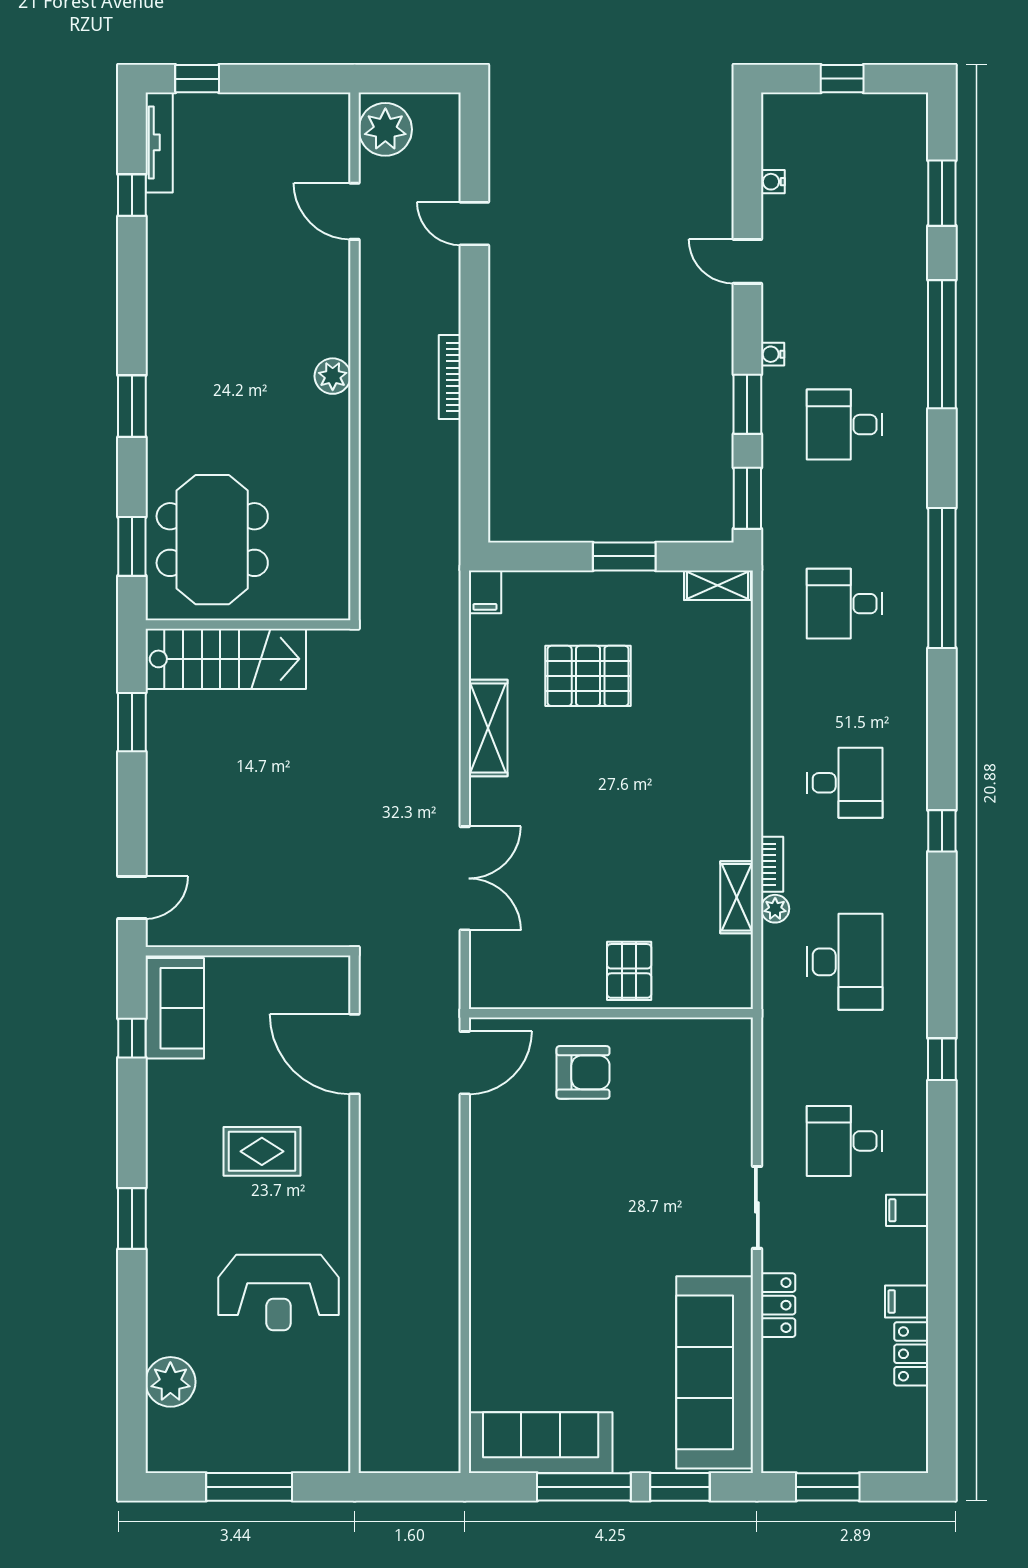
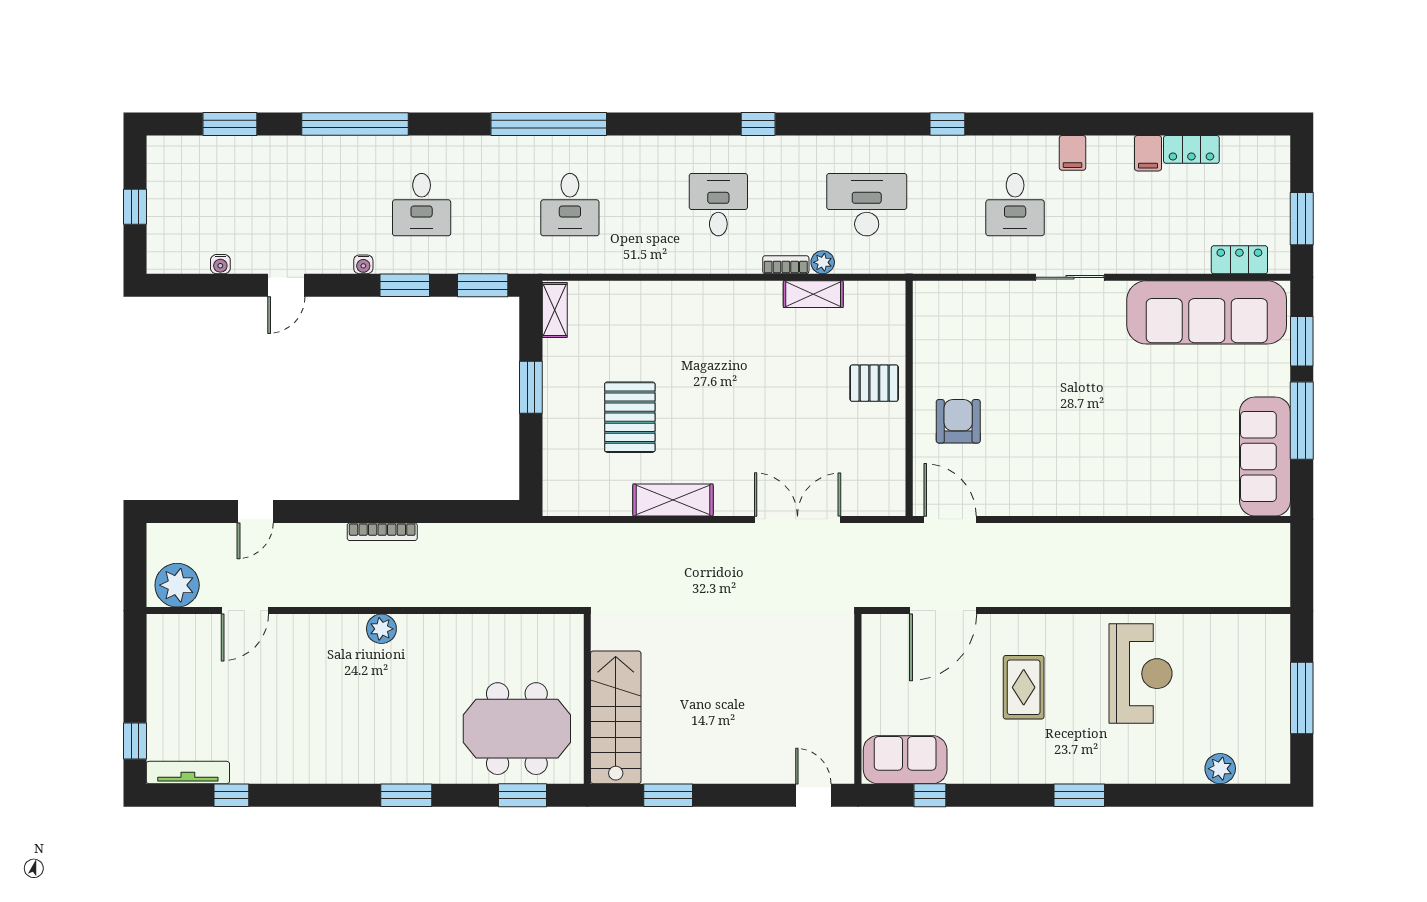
filing cabinet: (485, 592) -> (560, 503), removed
locker: (778, 1305) -> (1239, 260), moved
plant: (170, 1382) -> (1220, 769), width x0.73, depth x0.73

